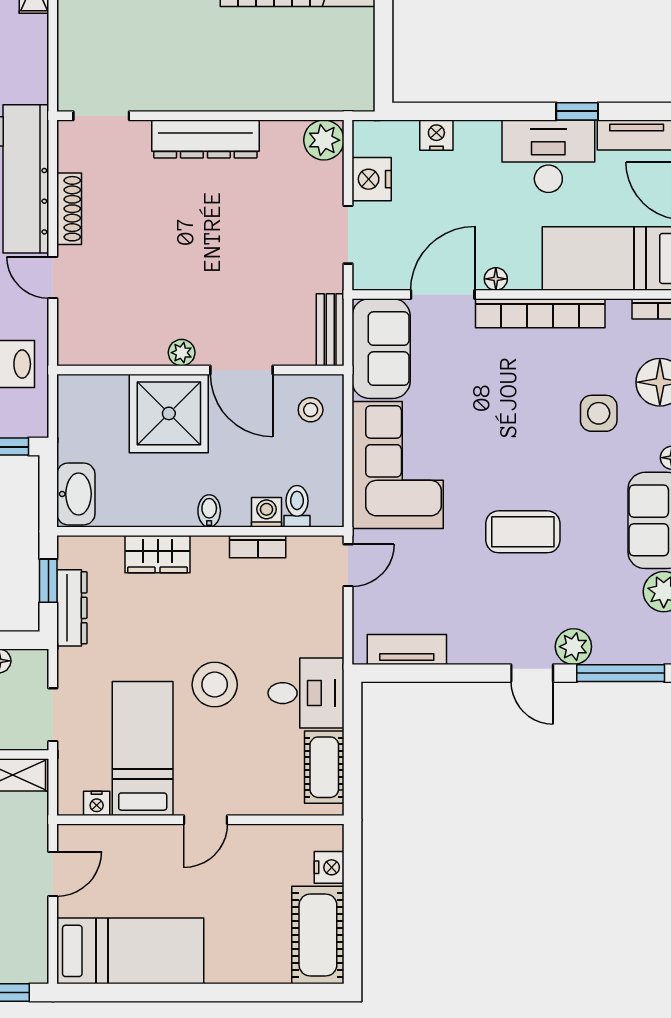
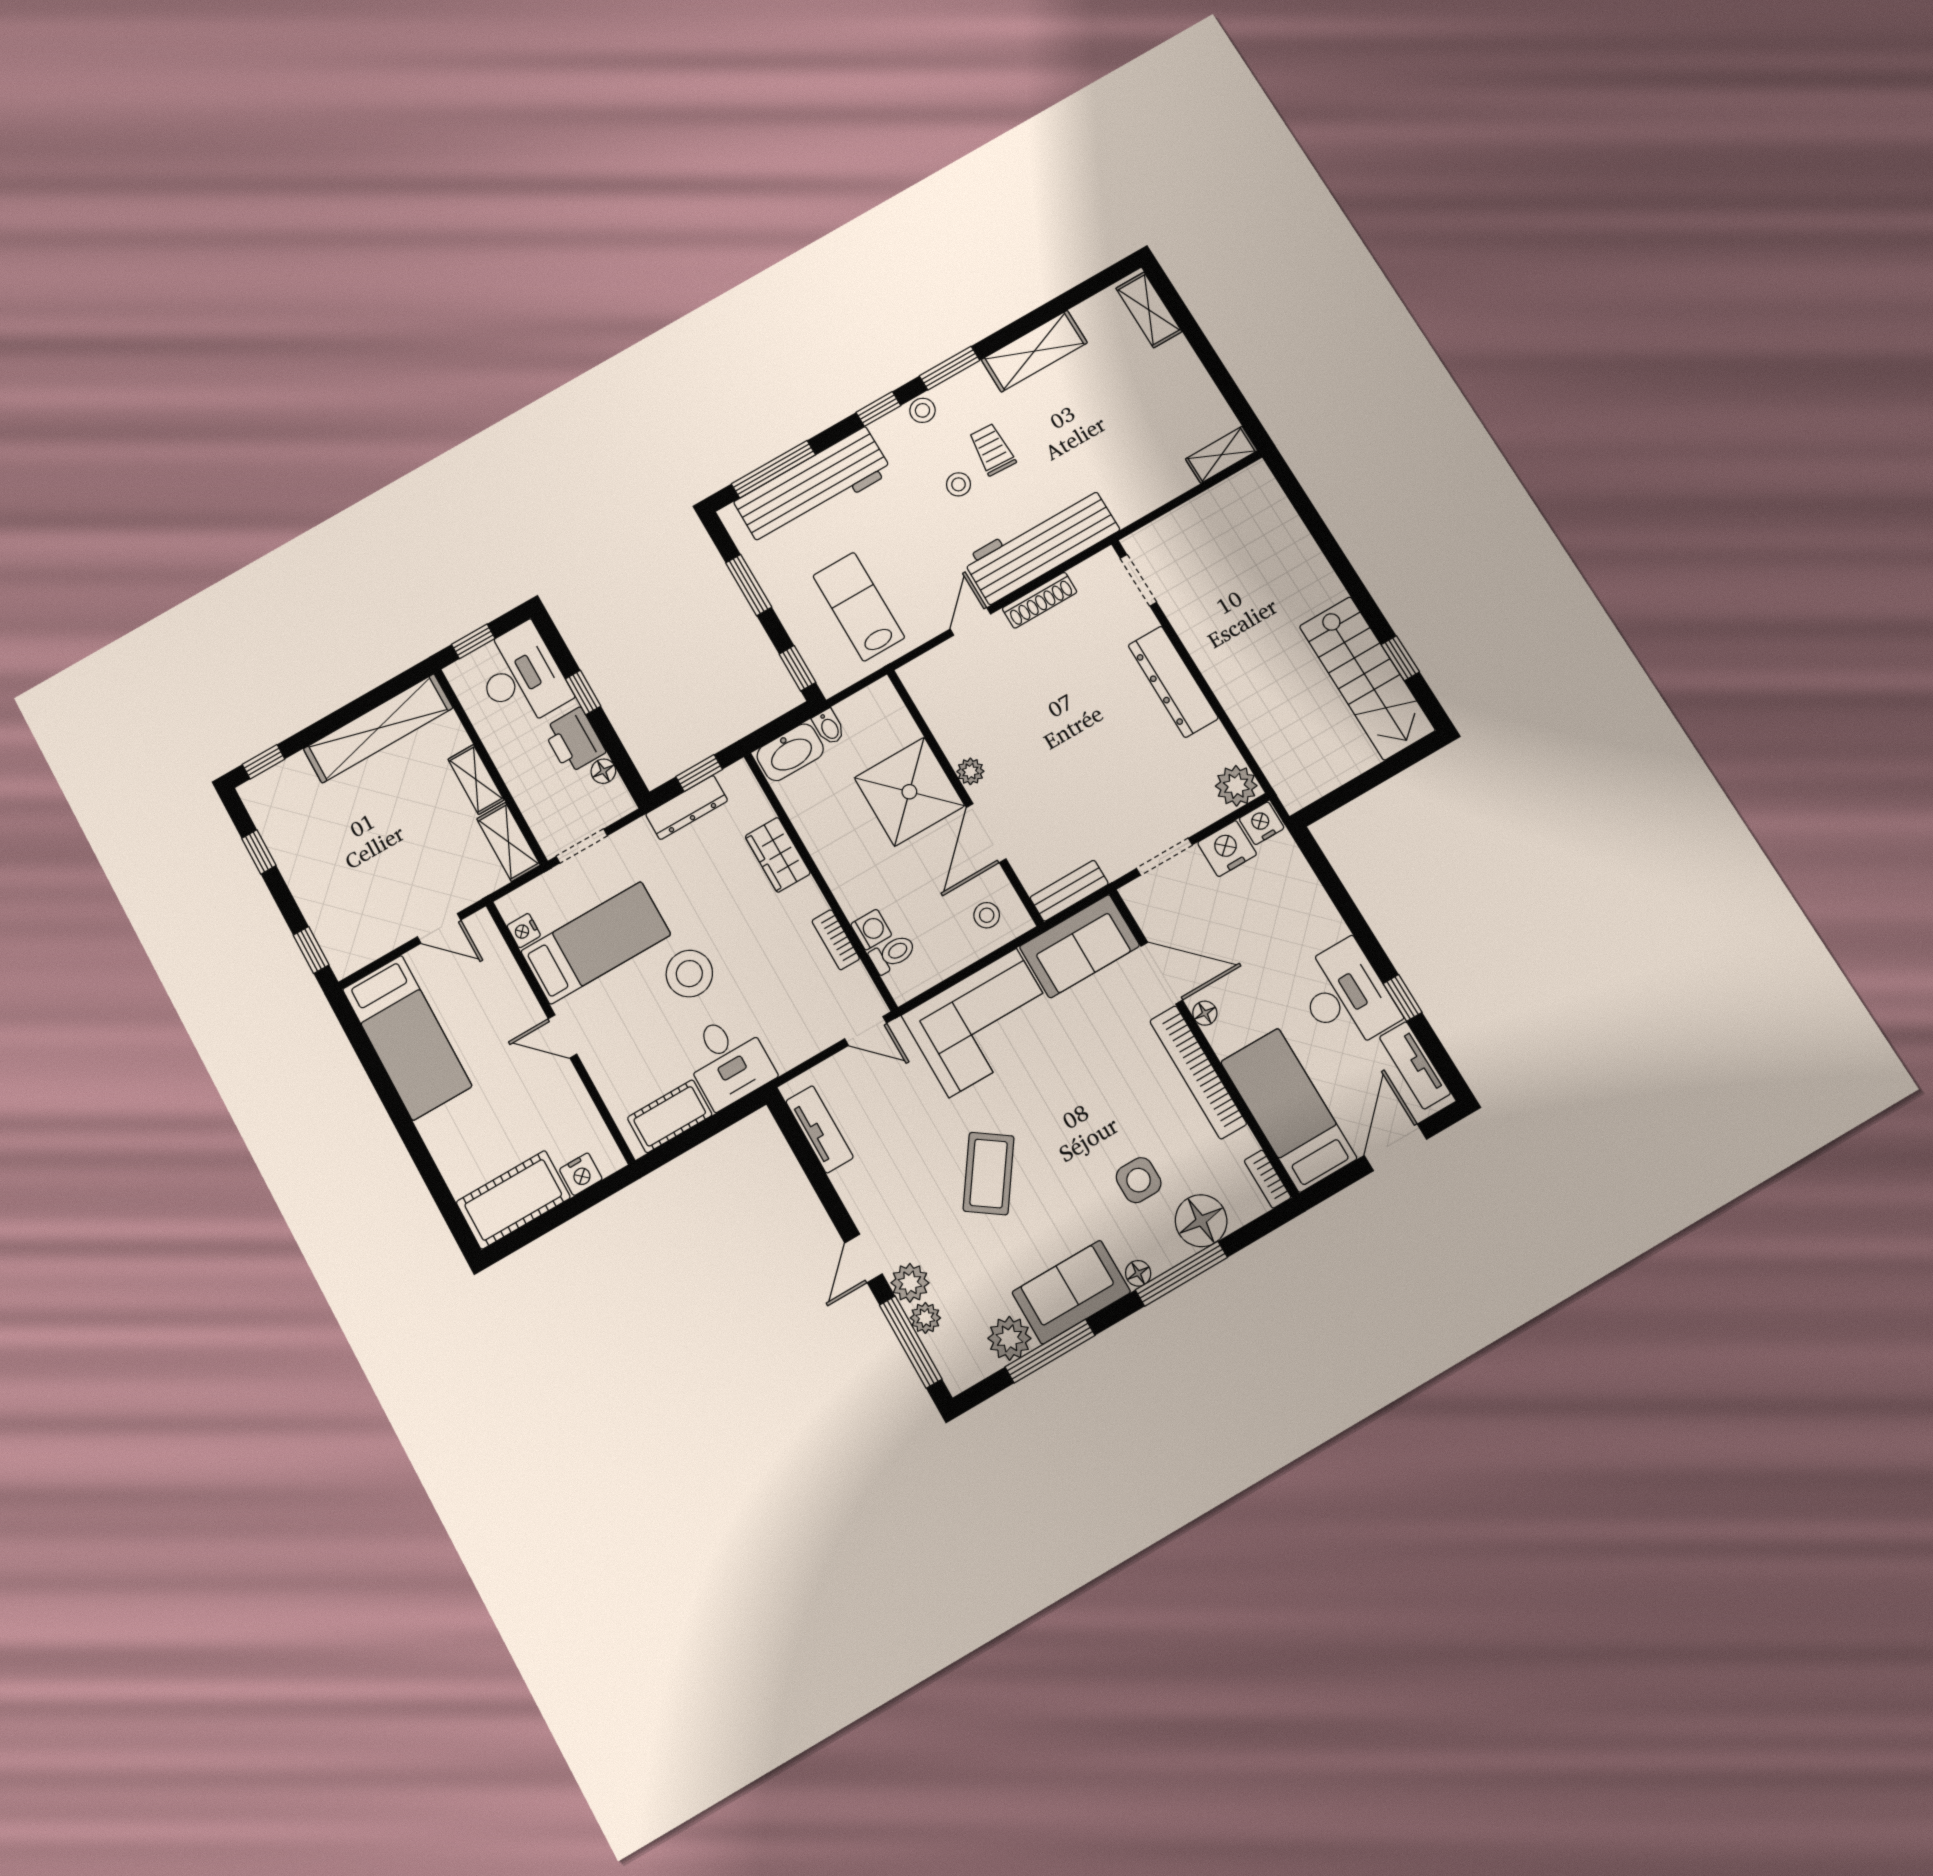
nightstand: (436, 135) -> (1262, 823), moved, turned -90
bidet: (209, 511) -> (829, 727), moved, turned 90
coffee table: (523, 532) -> (989, 1174), turned 35
plant: (609, 650) -> (925, 1318), added

